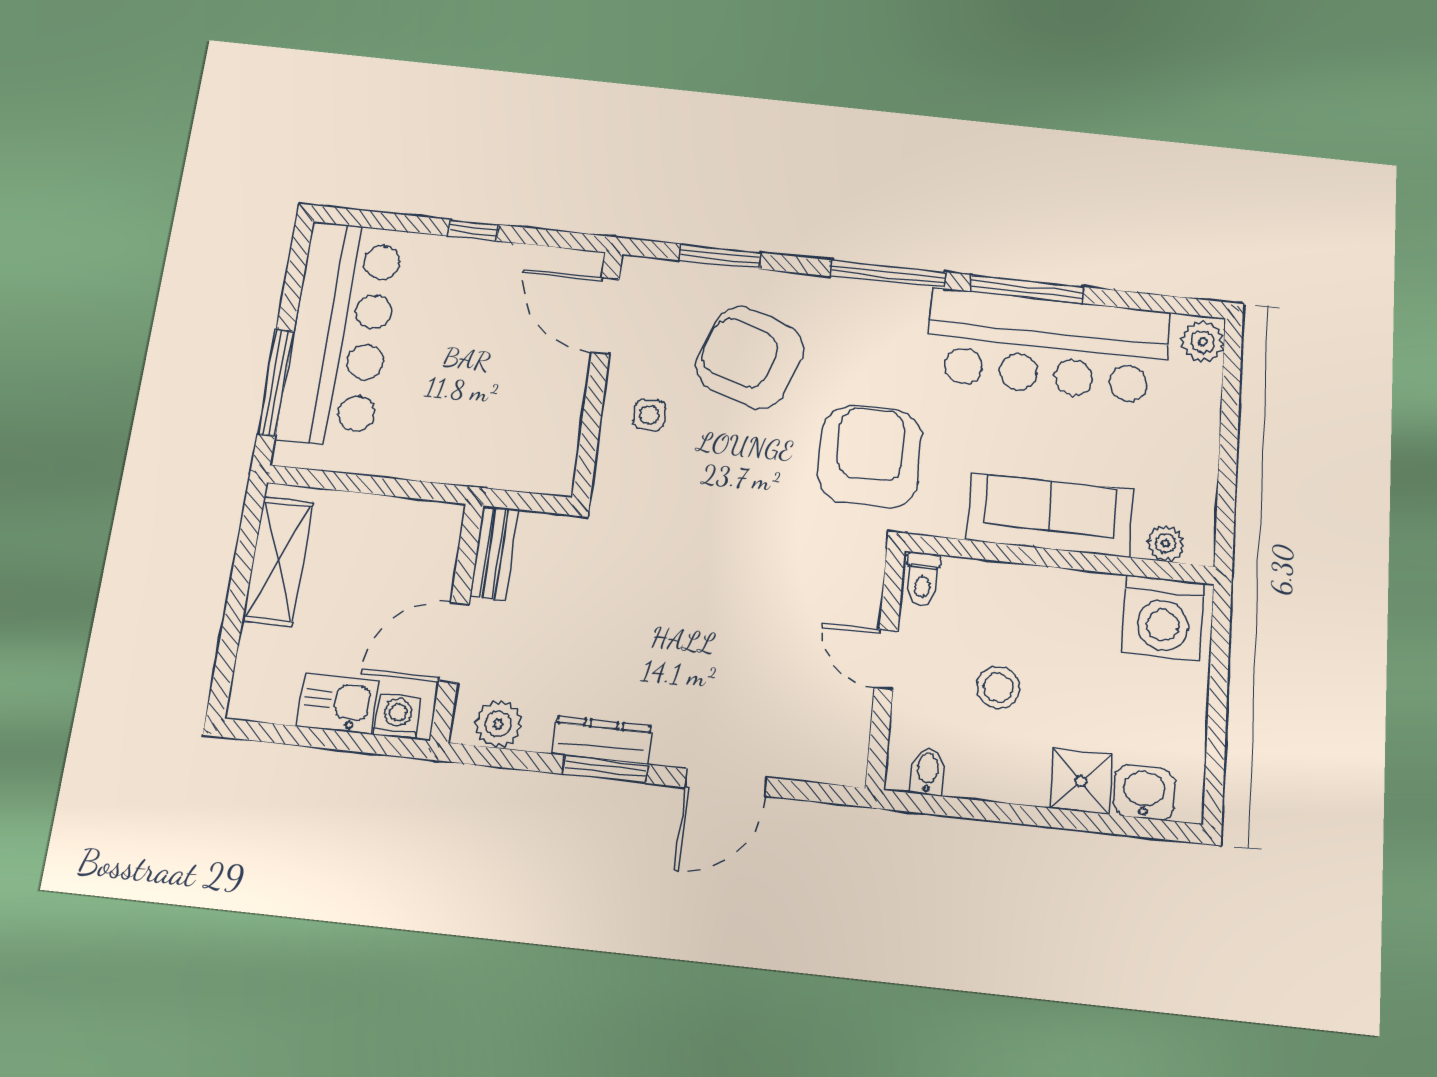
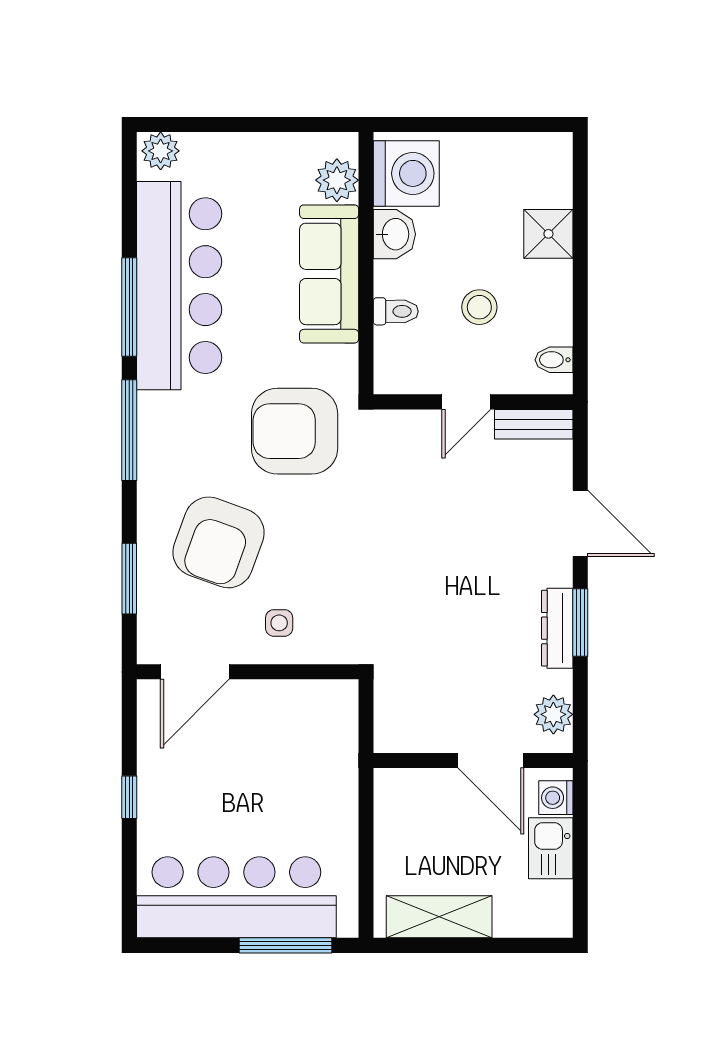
plant: (1166, 543) -> (337, 180), width x1.38, depth x1.38
bench: (494, 553) -> (534, 424), moved
toilet: (923, 579) -> (396, 311), moved
washbasin: (1144, 792) -> (394, 234), moved, turned 180

